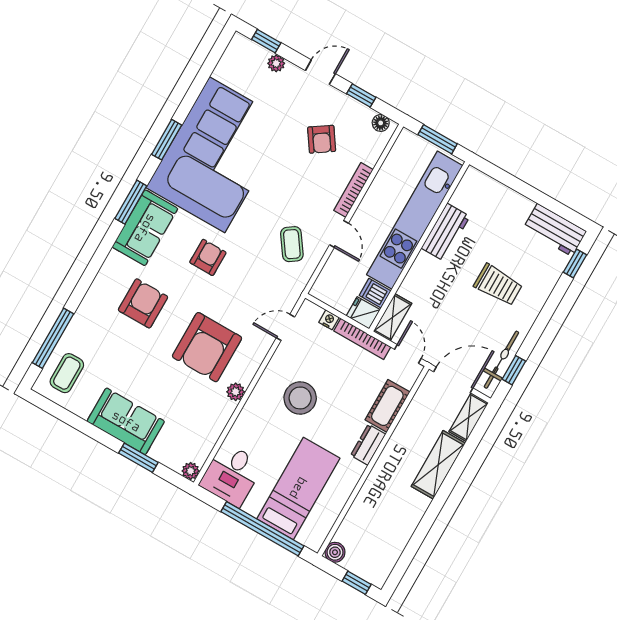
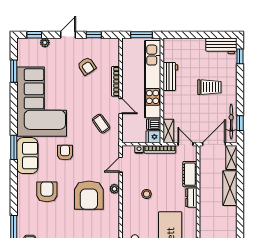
floor lamp: (381, 123) -> (110, 42), removed
window: (167, 140) -> (14, 71), moved
plant: (236, 392) -> (114, 189), moved
stool: (300, 398) -> (147, 194), width x0.53, depth x0.53

